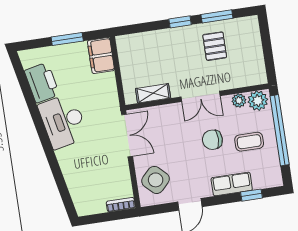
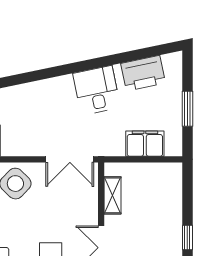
filing cabinet: (101, 55) -> (145, 144), moved
desk: (63, 121) -> (97, 90), width x0.73

